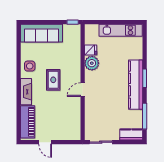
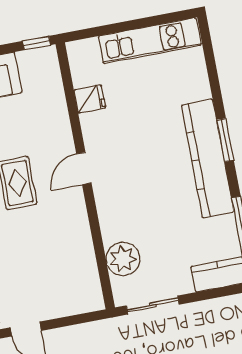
plant: (92, 63) -> (123, 259), moved
door: (83, 90) -> (84, 168), moved

